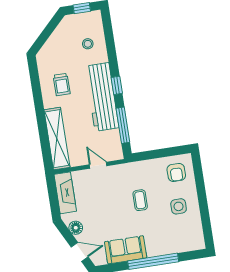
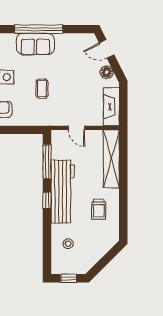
trolley: (62, 85) -> (99, 209), turned 180
sofa: (126, 250) -> (35, 44), moved

